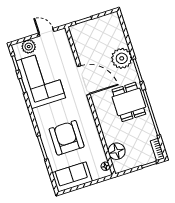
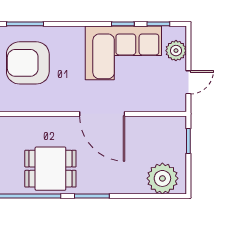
plant: (122, 58) -> (162, 178), moved
door: (84, 80) -> (102, 114), hinge flipped
armchair: (67, 138) -> (28, 63), turned 180

